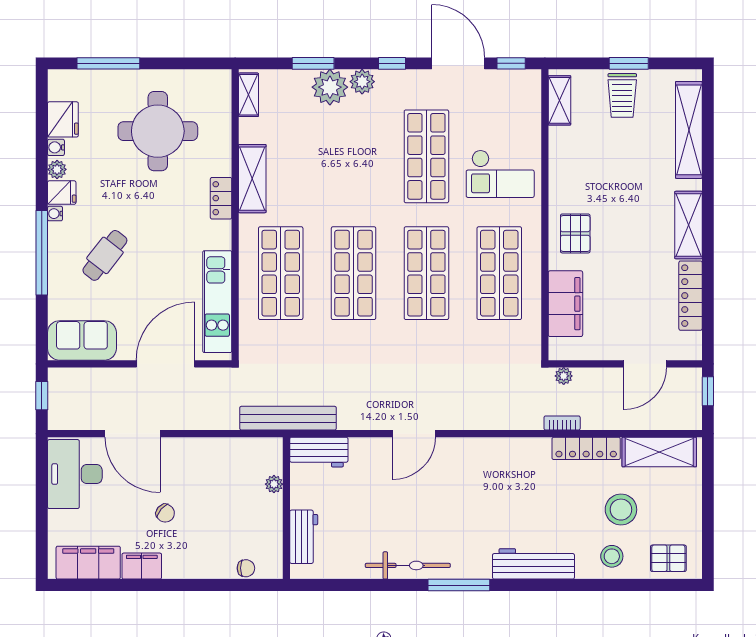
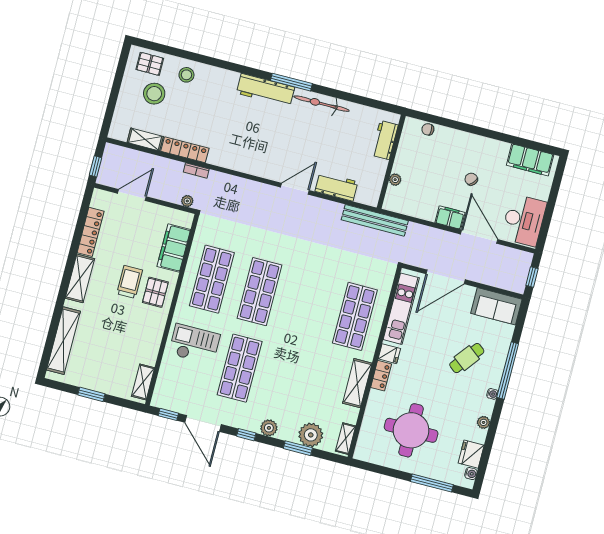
plant: (330, 87) -> (311, 435), moved
trolley: (622, 95) -> (130, 282), moved
water cooler: (56, 147) -> (471, 474), moved
fridge: (62, 193) -> (389, 354), moved, turned 180
shop shelf: (354, 273) -> (307, 304), removed
workbench: (319, 452) -> (336, 187), moved
shelving: (659, 452) -> (145, 139), width x0.67, depth x0.75
stool: (621, 510) -> (154, 94), moved
workbench: (533, 564) -> (266, 90), moved
filing cabinet: (142, 566) -> (450, 218), moved, turned 180

